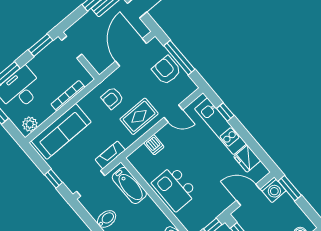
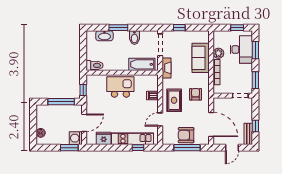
armchair: (166, 70) -> (186, 135), turned 180
plant: (30, 124) -> (218, 53), moved
sofa: (61, 131) -> (201, 58), width x0.73

